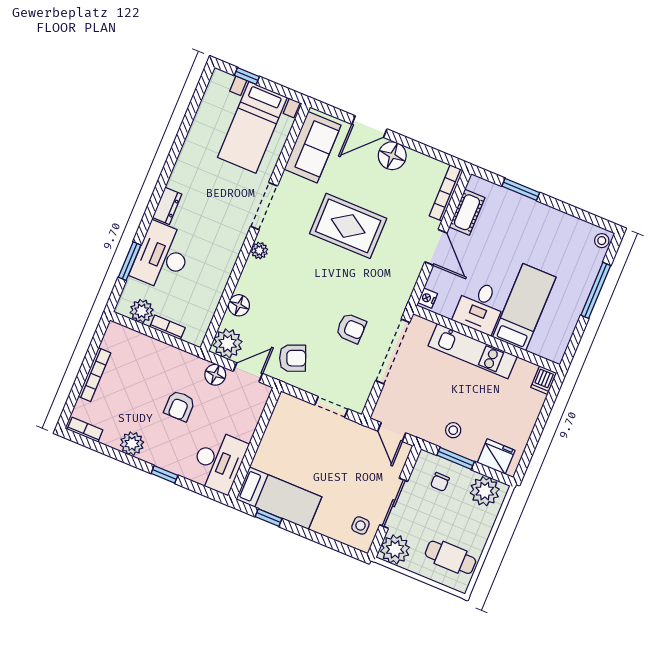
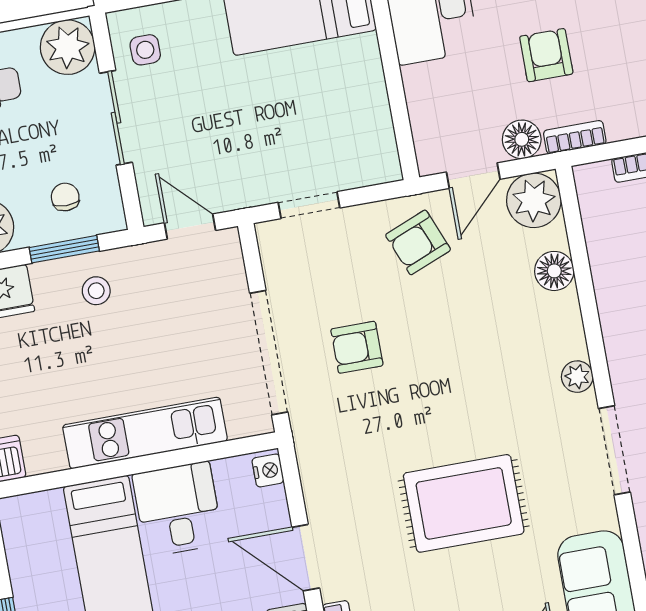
bookcase: (190, 360) -> (575, 137), added

